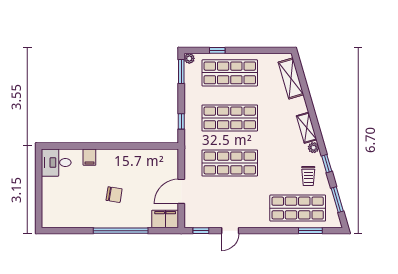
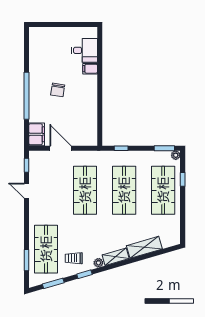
shelving: (291, 78) -> (144, 247), moved
desk: (56, 163) -> (85, 50), moved, turned 90

